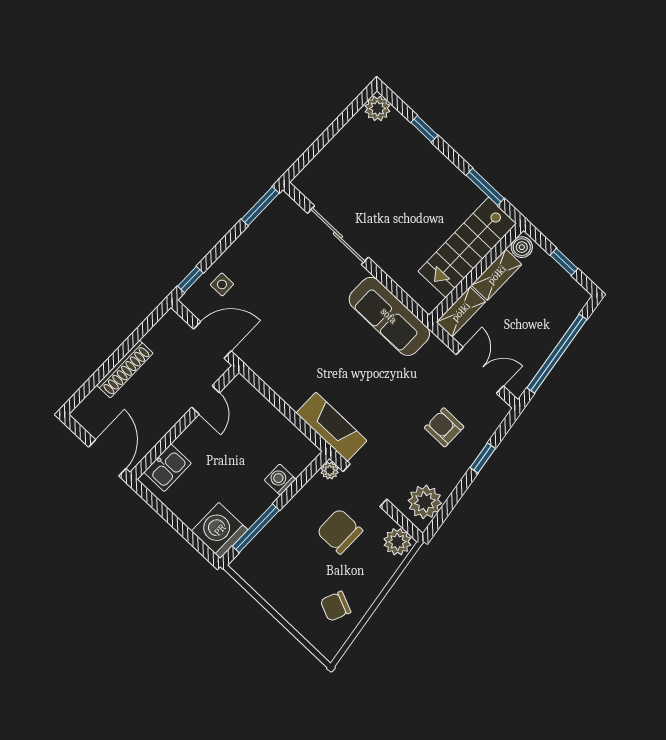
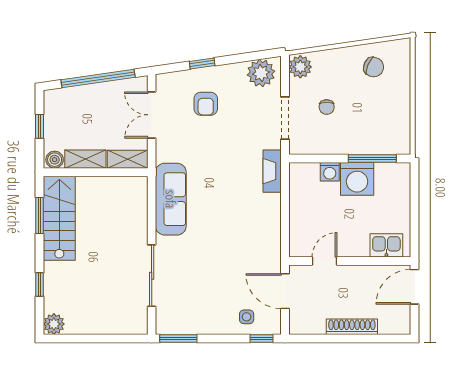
stairs: (467, 247) -> (59, 218), moved, turned -90
fireplace: (331, 427) -> (272, 171), width x0.73, depth x0.76
plant: (330, 471) -> (296, 147), removed
washing machine: (220, 530) -> (357, 179), moved
chair: (340, 531) -> (327, 107), width x0.54, depth x0.54

